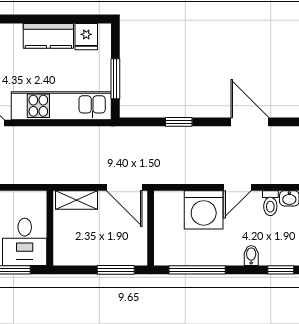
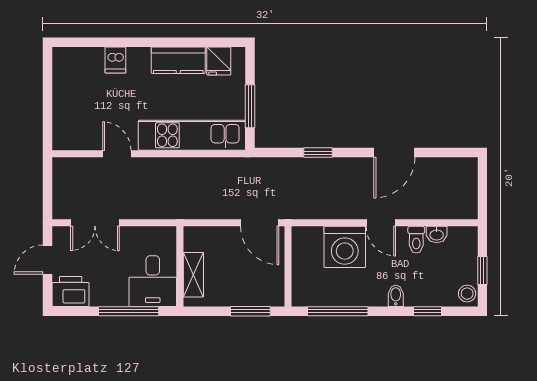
door: (250, 122) -> (394, 153), swing flipped
door: (237, 187) -> (381, 223), hinge flipped
shelving: (76, 200) -> (193, 275), moved, turned 90

